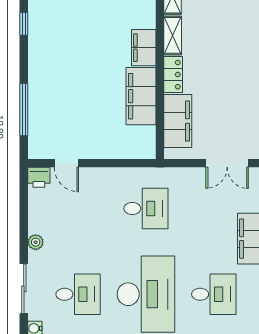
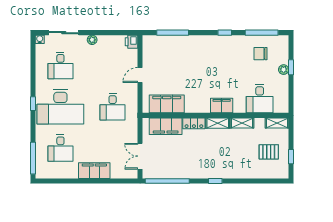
filing cabinet: (144, 48) -> (222, 106), moved
filing cabinet: (141, 96) -> (167, 104), moved
door: (66, 163) -> (140, 75), moved

